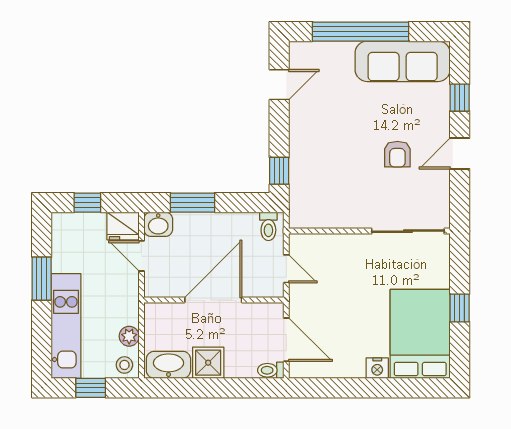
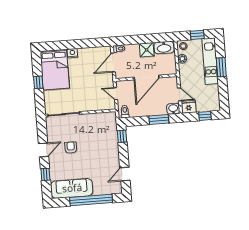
window: (42, 279) -> (221, 67), moved
door: (286, 340) -> (113, 63), hinge flipped

